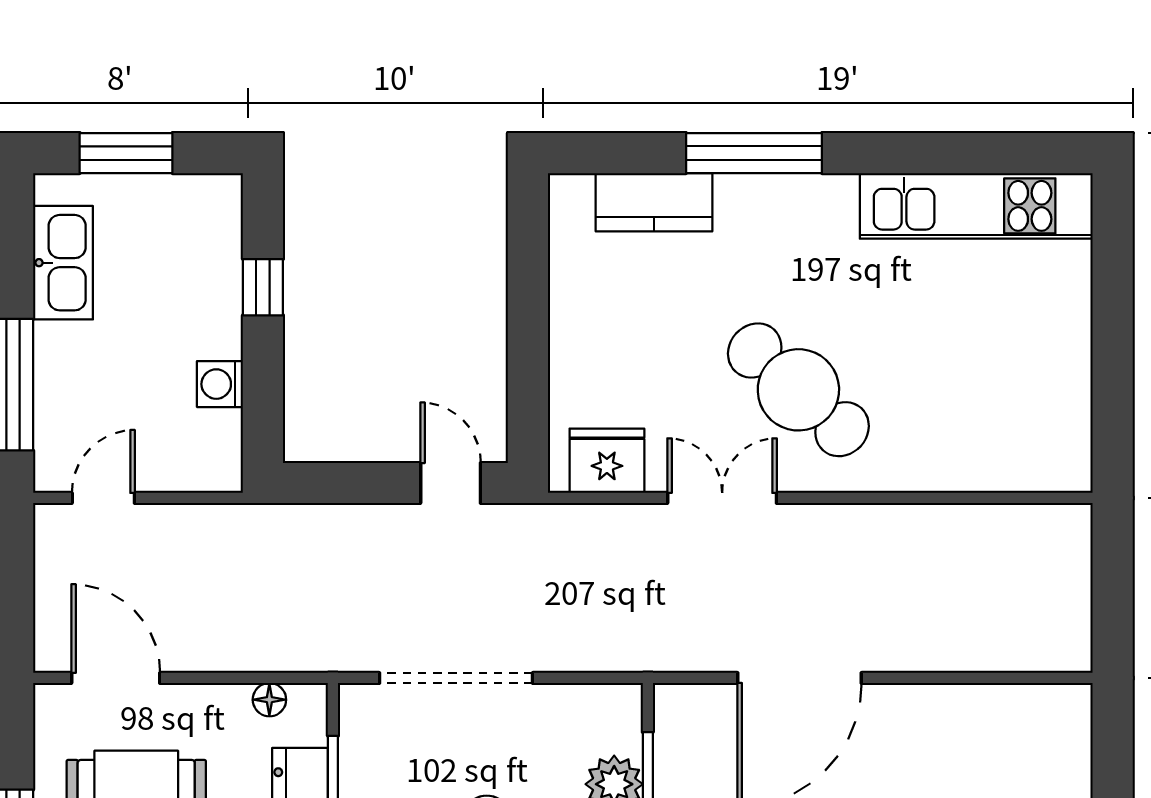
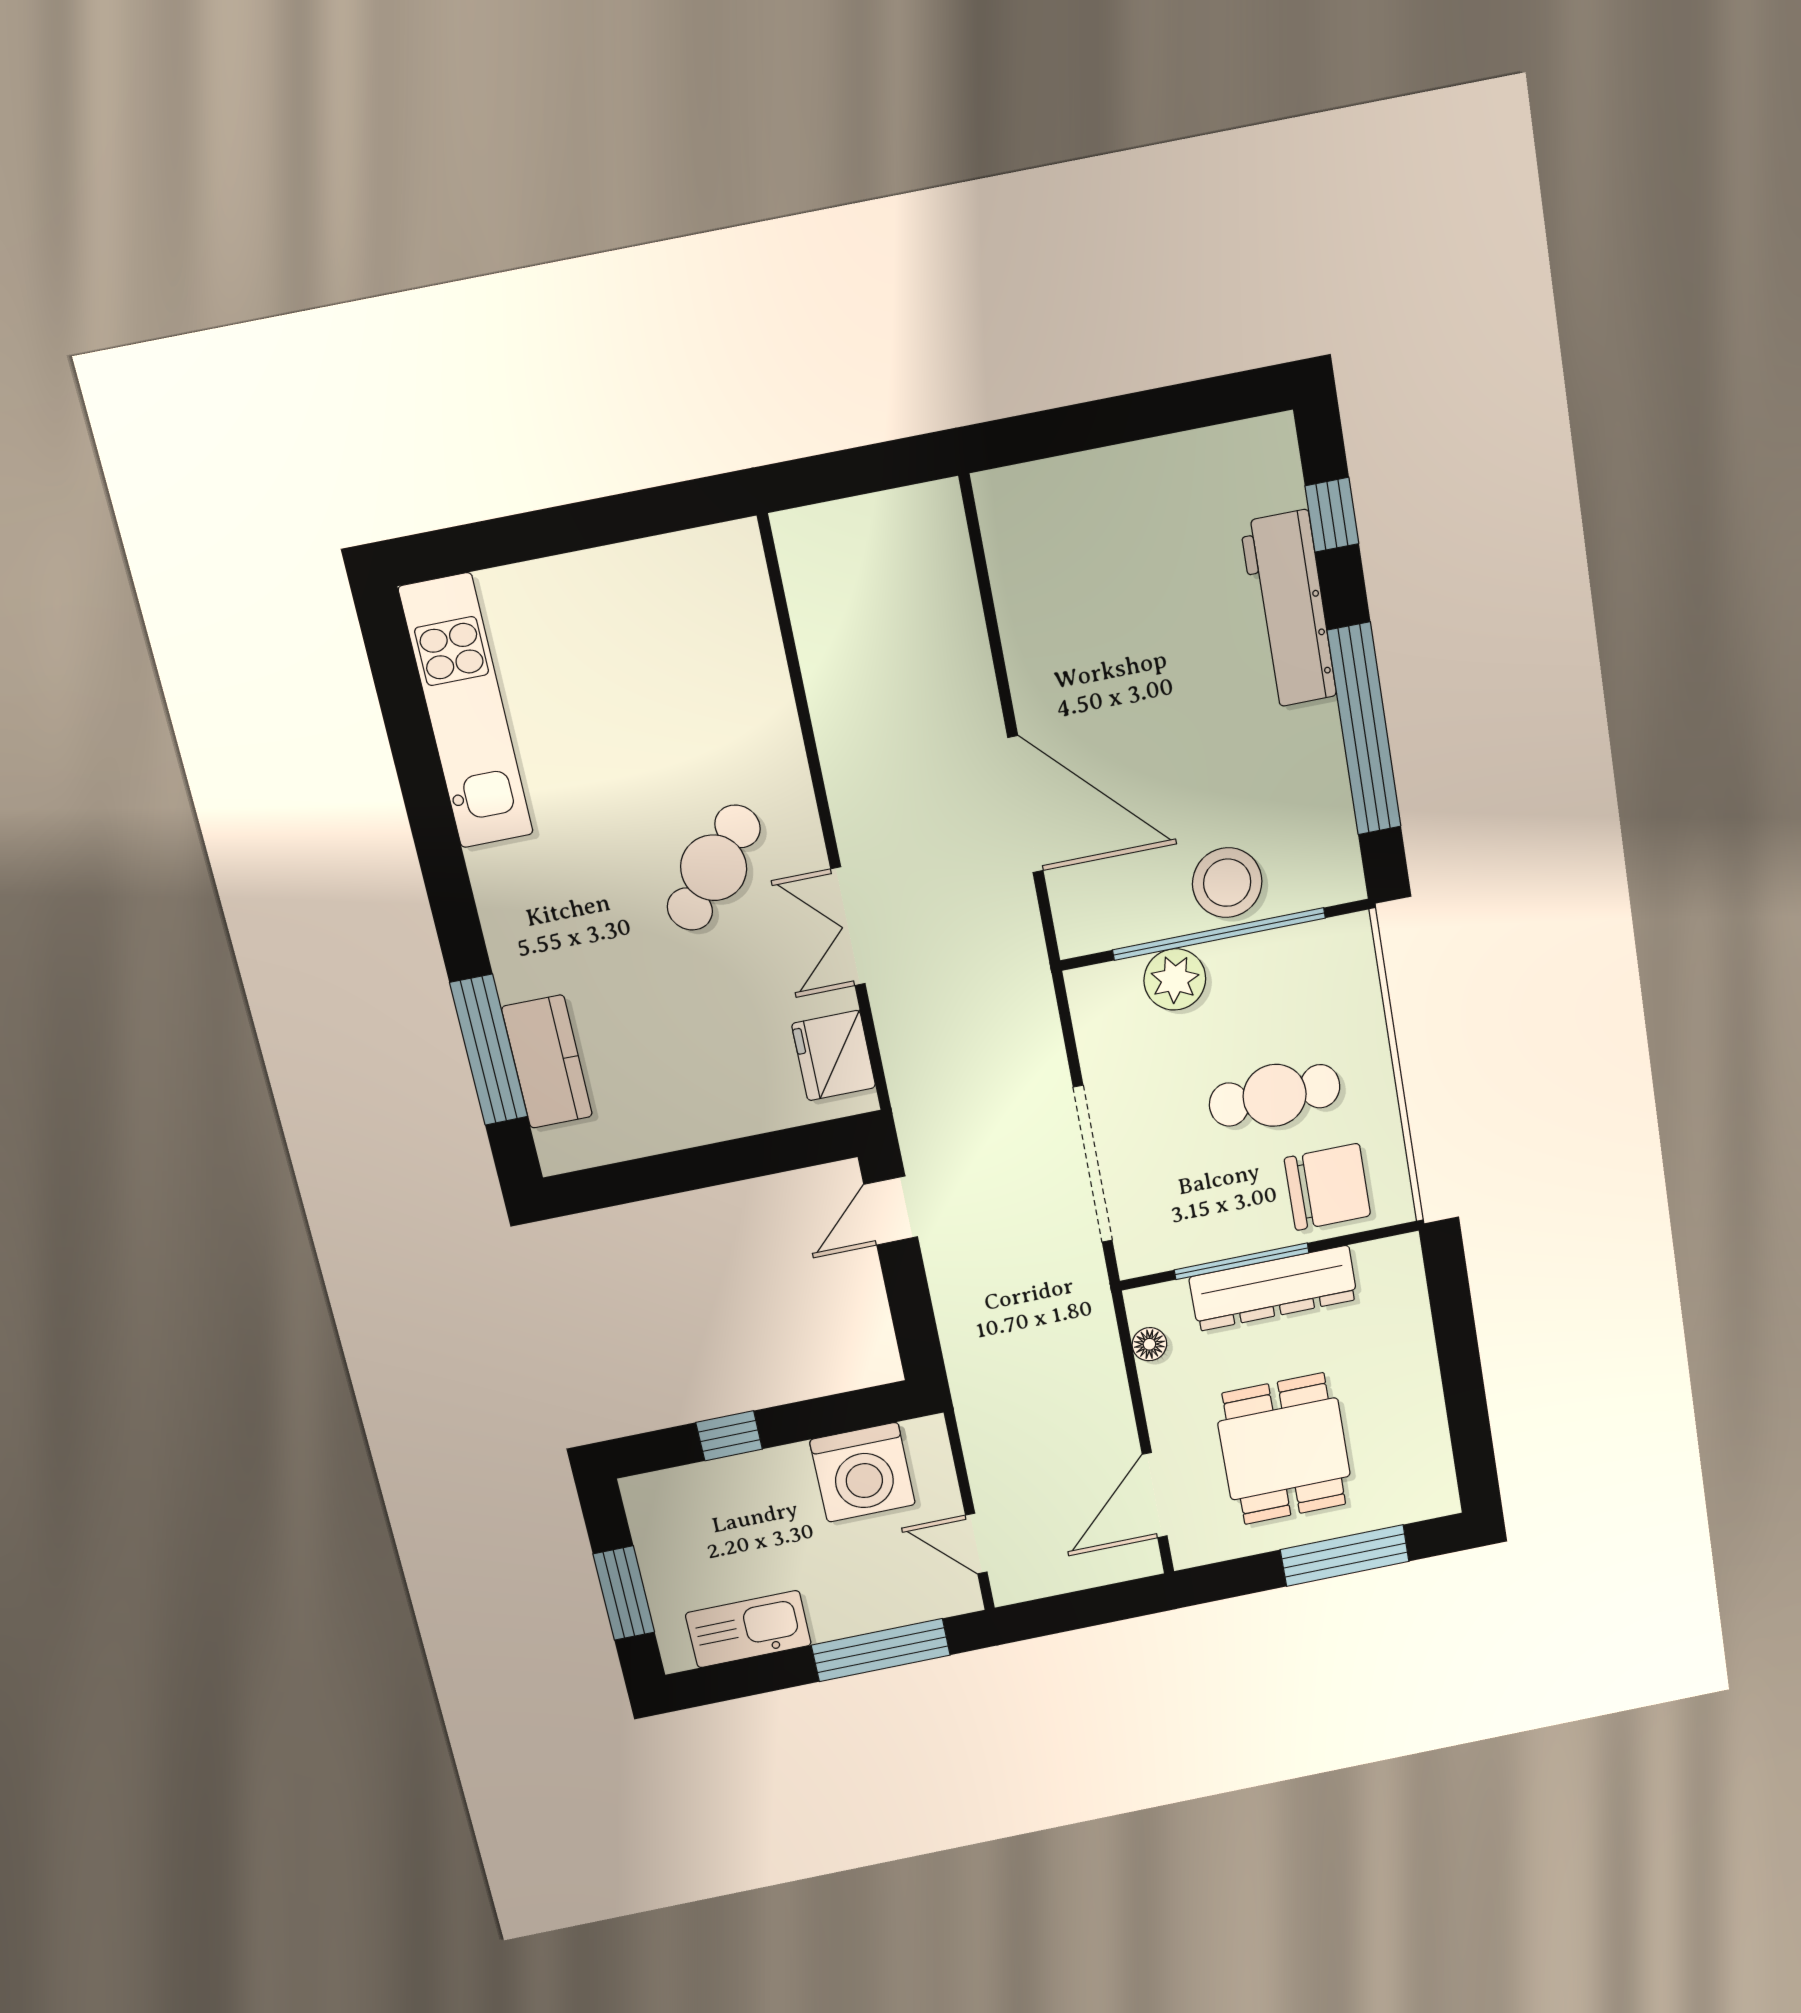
window: (754, 153) -> (489, 1050), moved
washing machine: (220, 384) -> (863, 1472), width x1.89, depth x1.89
cafe table: (798, 390) -> (714, 868), width x0.73, depth x0.74

